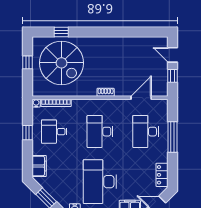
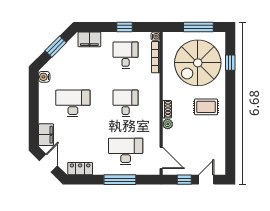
rug: (103, 55) -> (206, 107), added
window: (27, 62) -> (198, 27), width x2.17
plant: (120, 92) -> (168, 124), added
door: (141, 98) -> (161, 158), moved
desk: (100, 132) -> (126, 103), width x0.73
desk: (100, 182) -> (73, 103), width x0.73, depth x0.77

